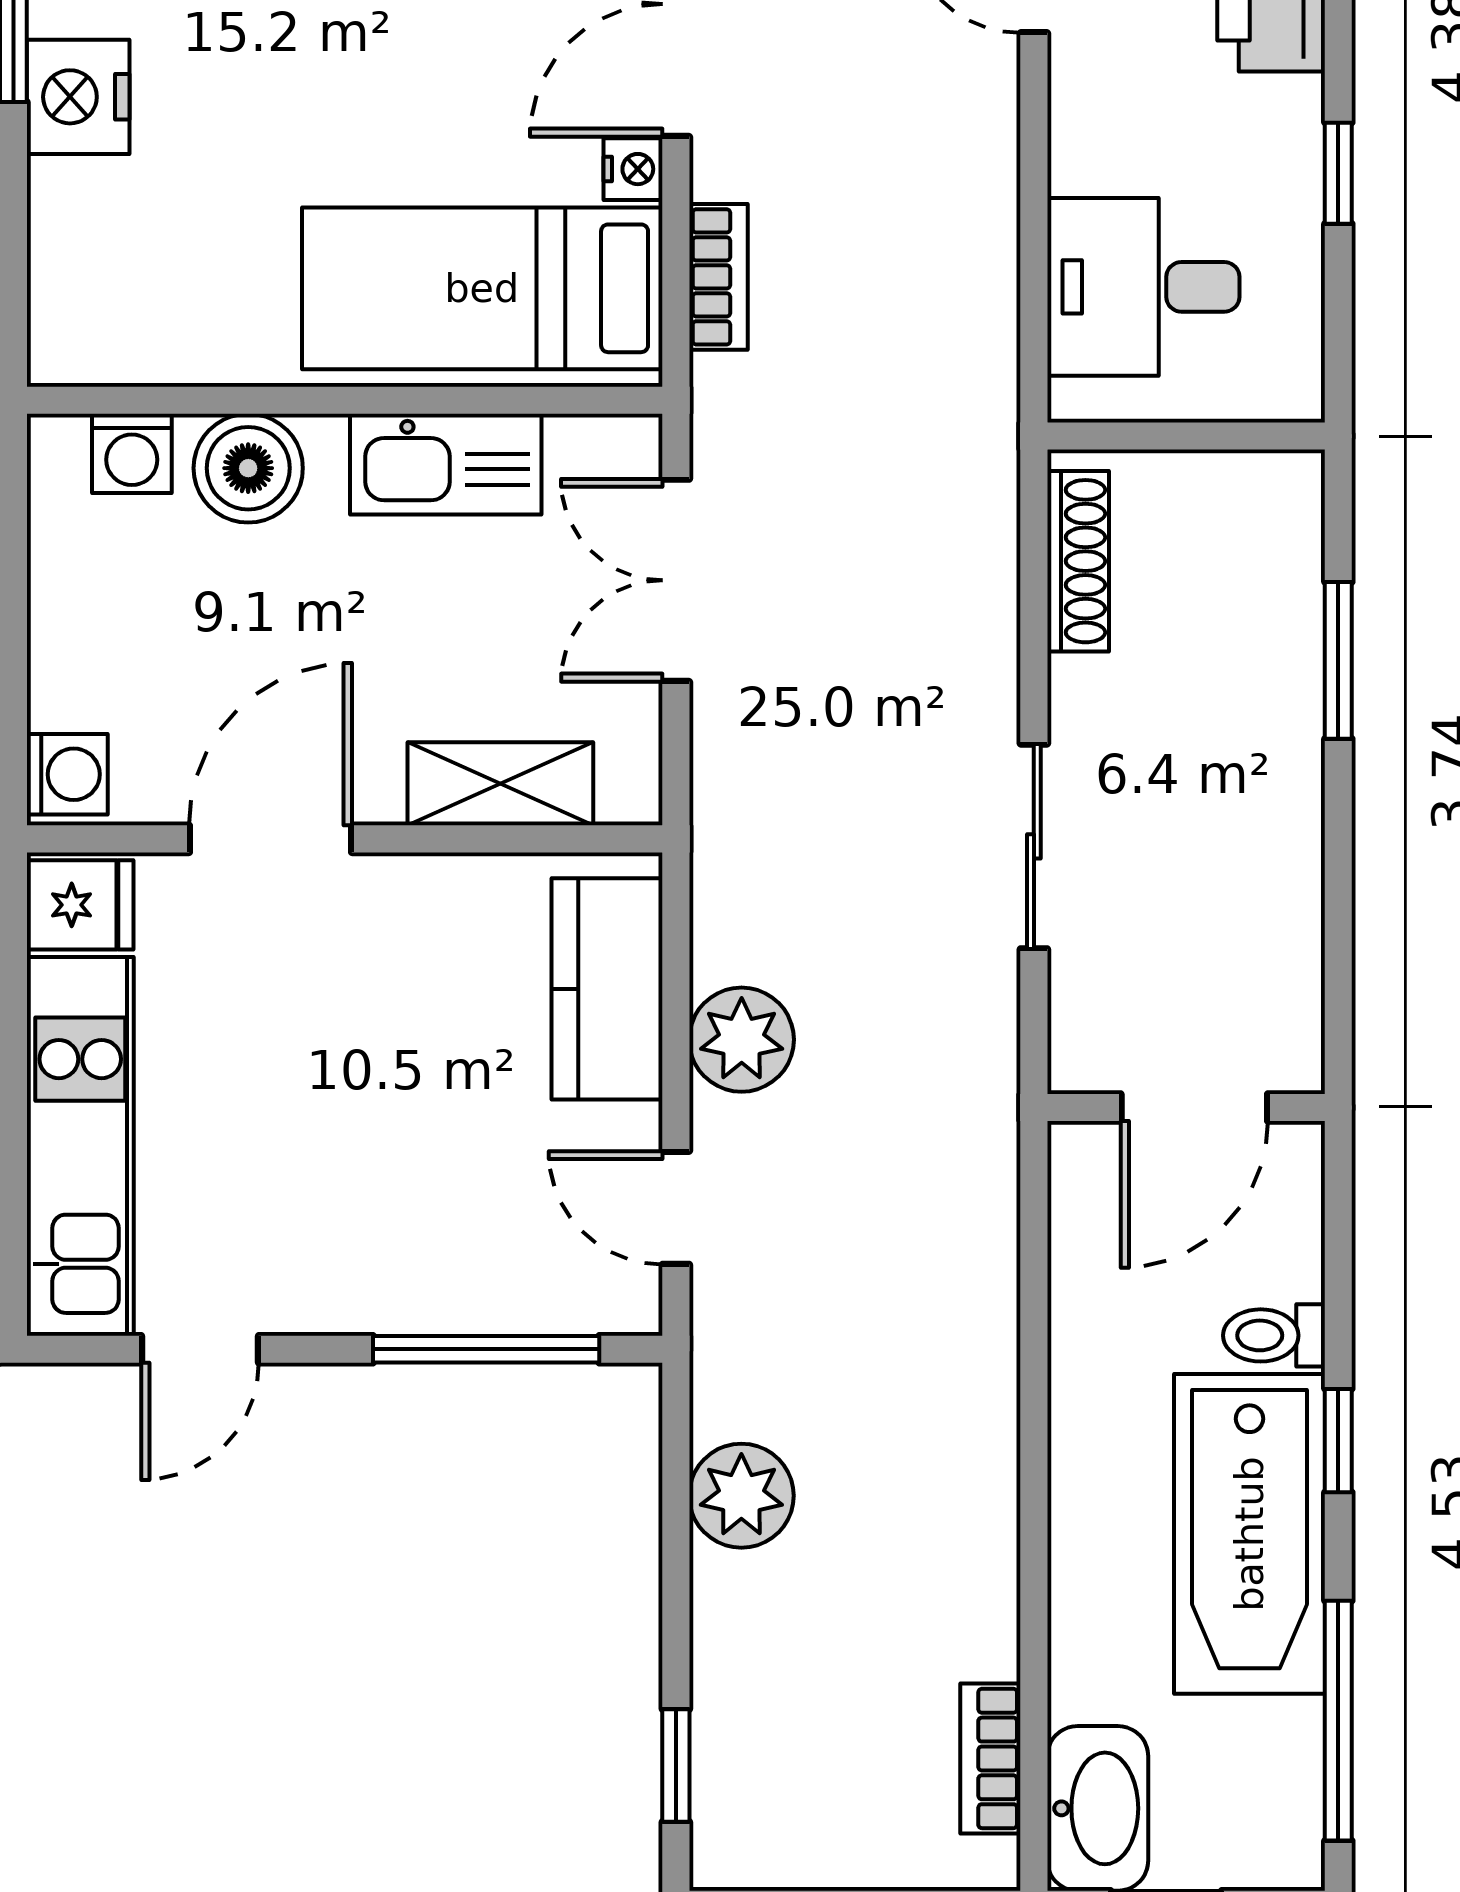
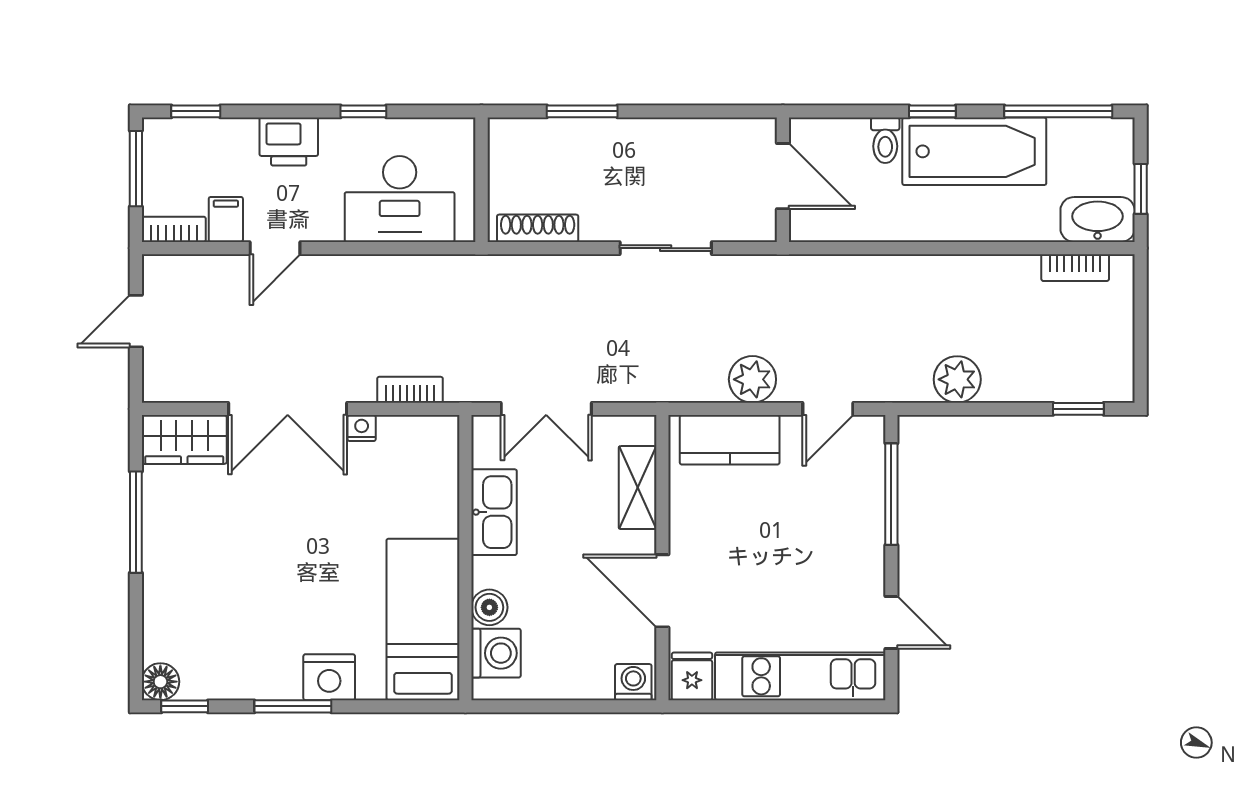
desk: (1143, 287) -> (400, 199), width x1.37
bed: (482, 288) -> (423, 619), moved, turned 180
washing machine: (132, 453) -> (496, 653), width x1.38, depth x1.38
boiler: (248, 468) -> (489, 607), width x0.73, depth x0.73

